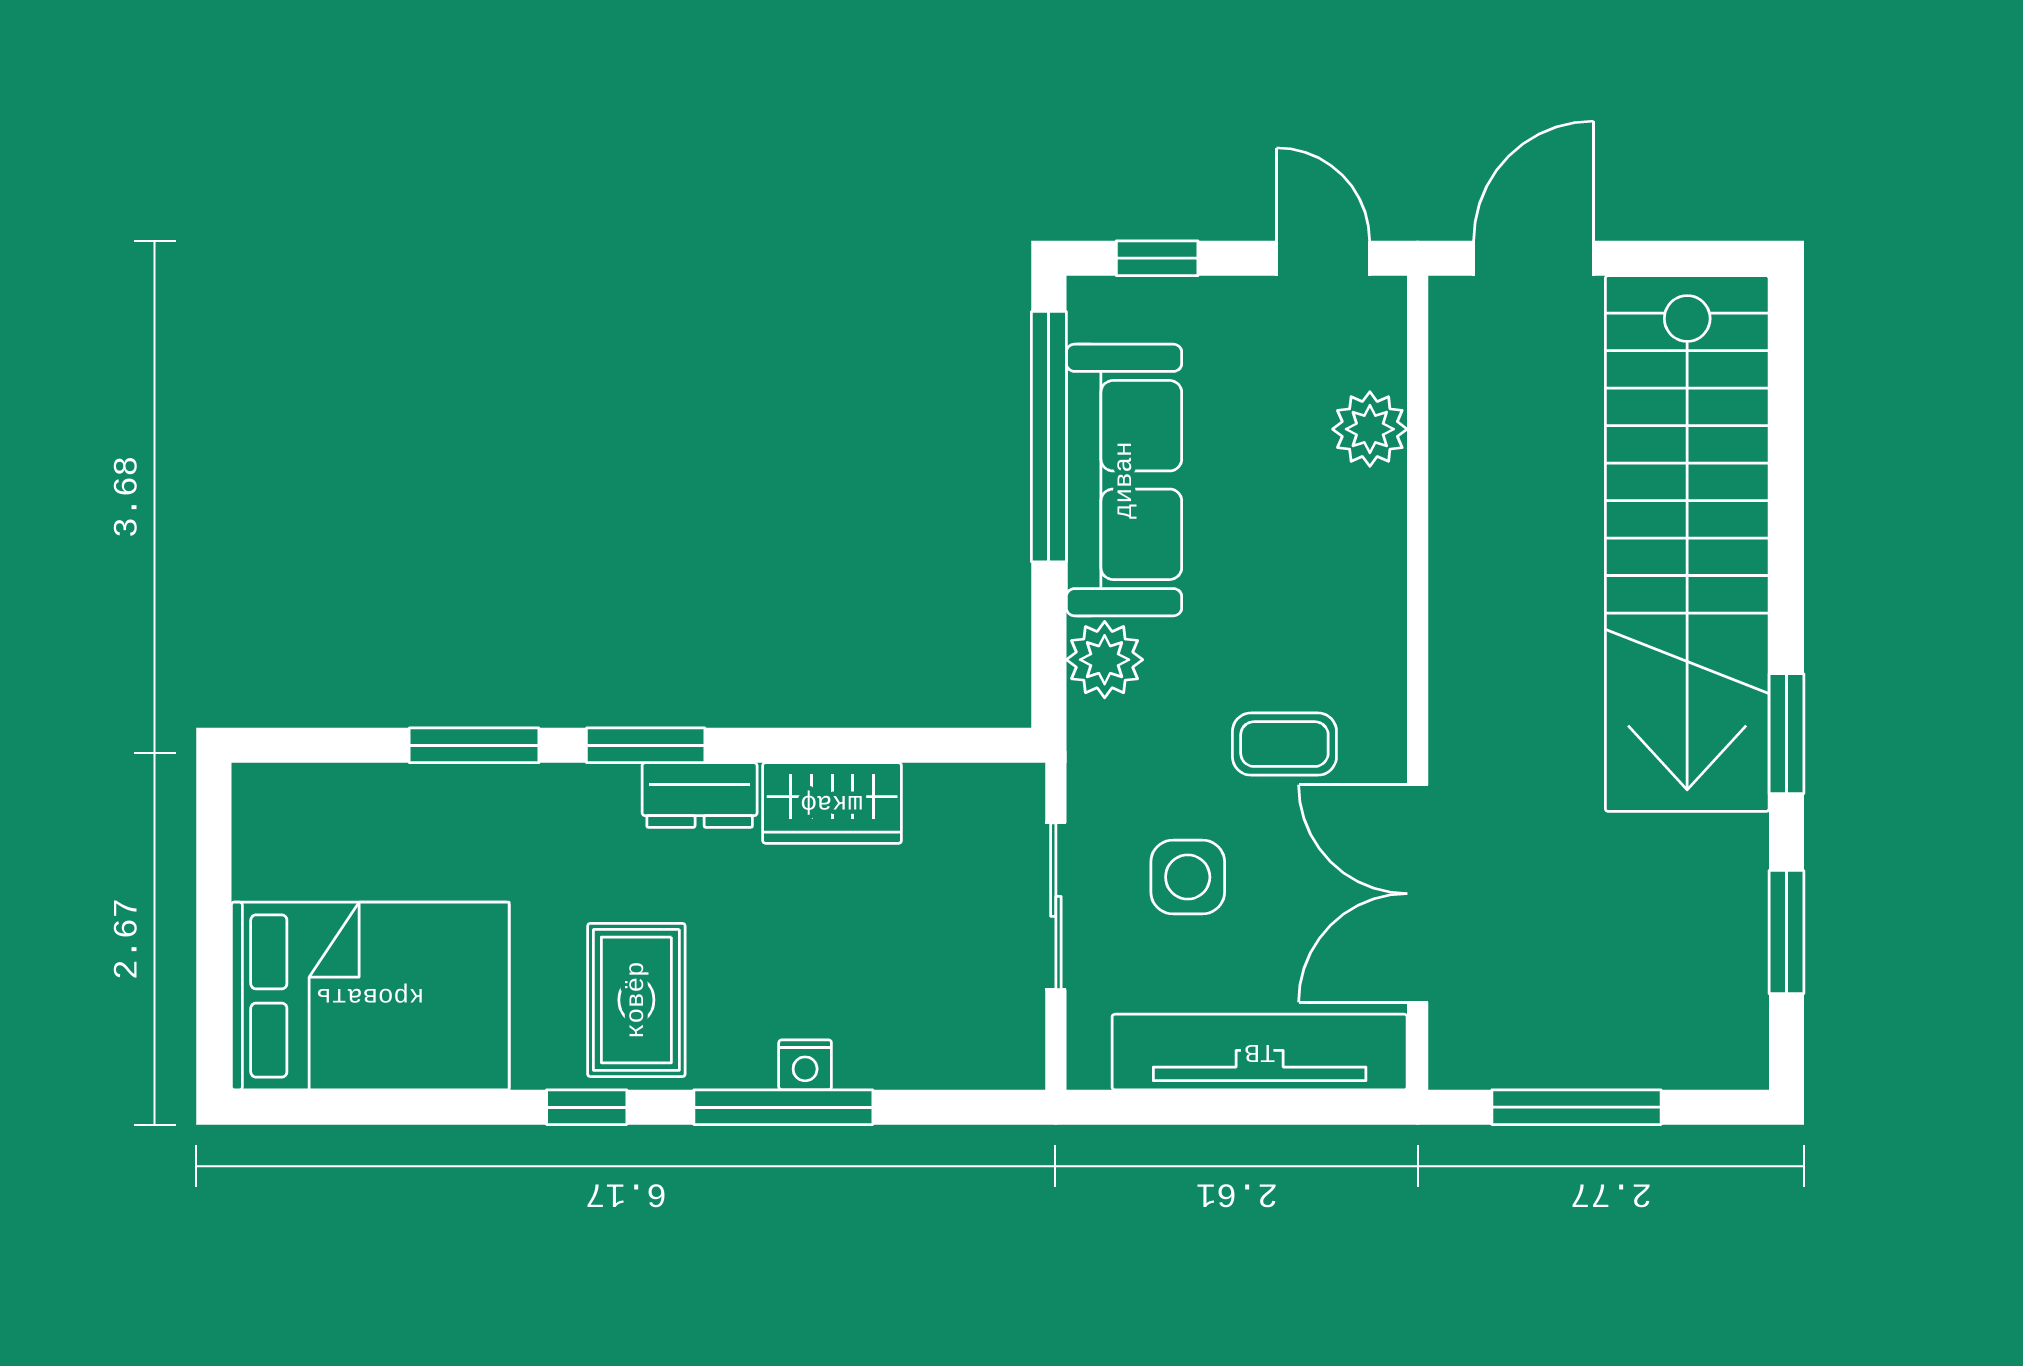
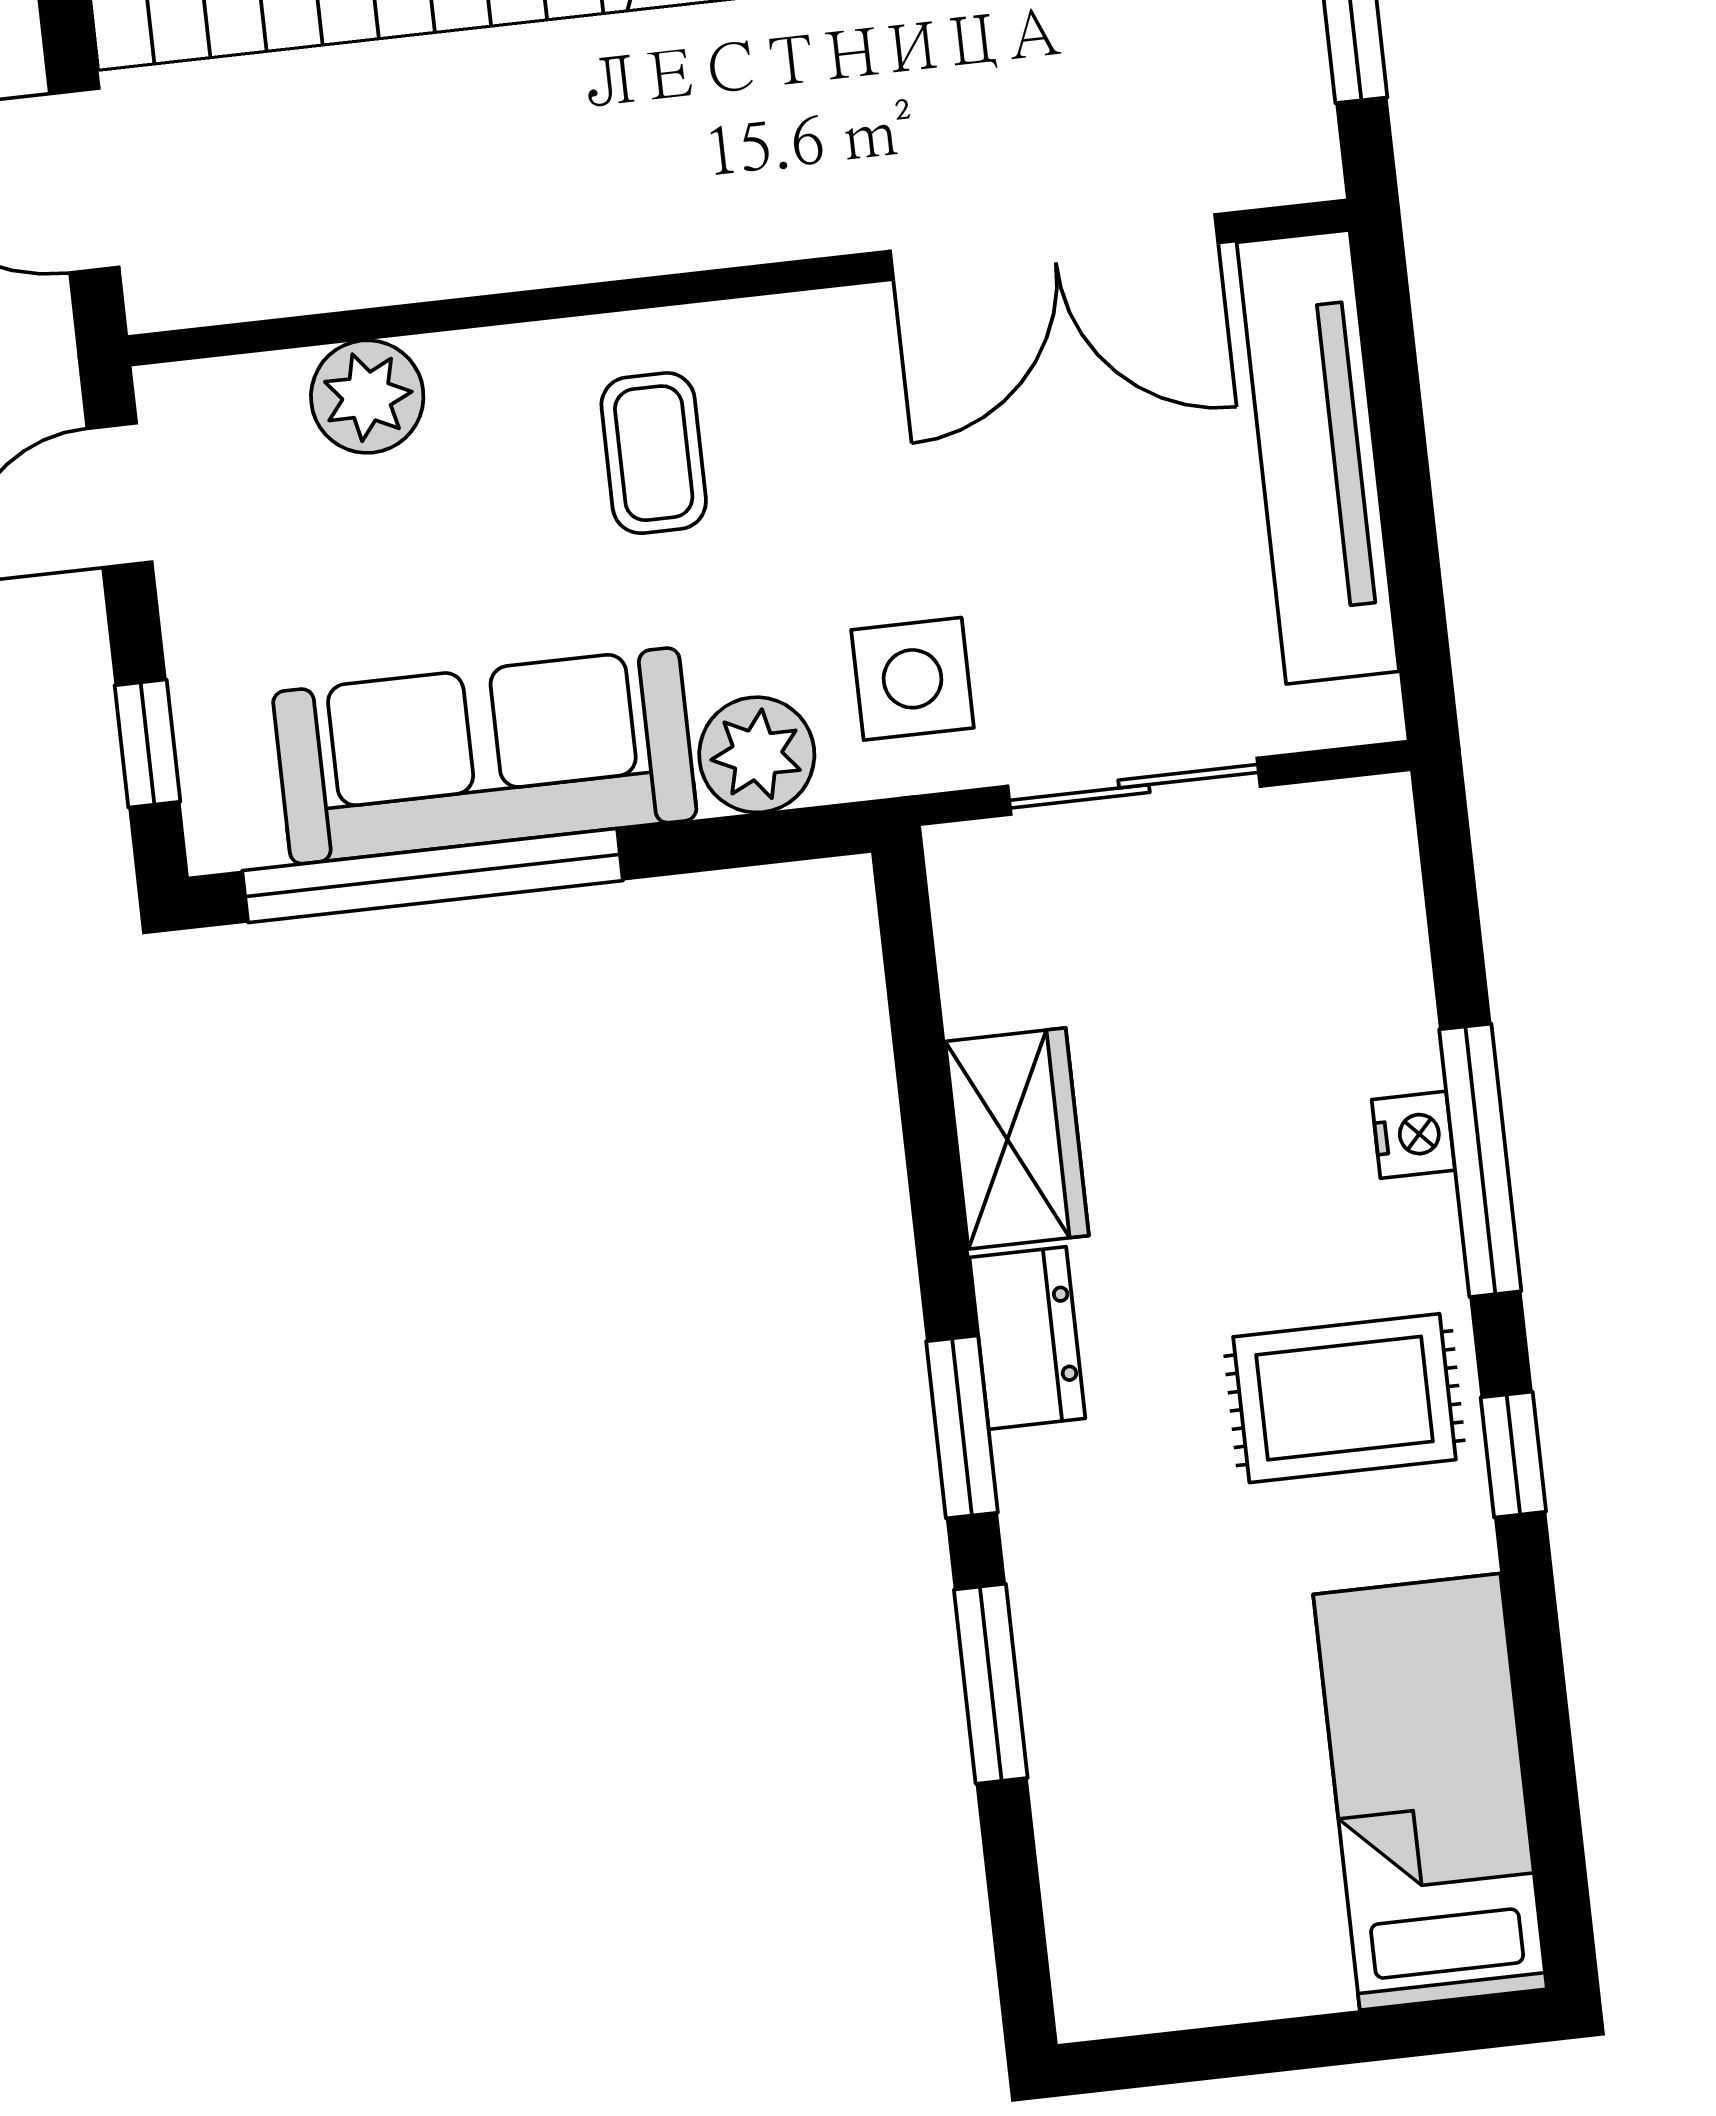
coffee table: (1284, 744) -> (654, 453), moved
side table: (1188, 877) -> (913, 679), moved
bed: (370, 996) -> (1430, 1792), width x0.67

